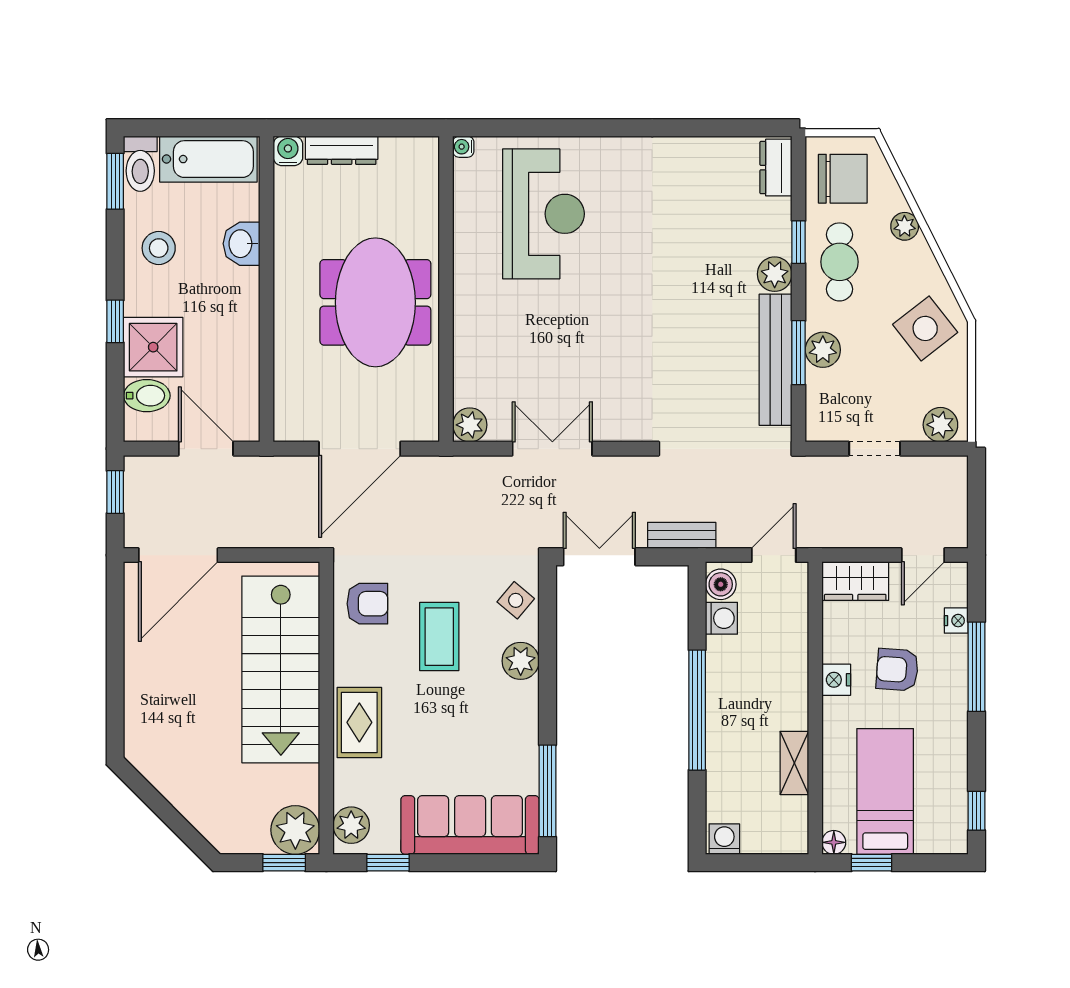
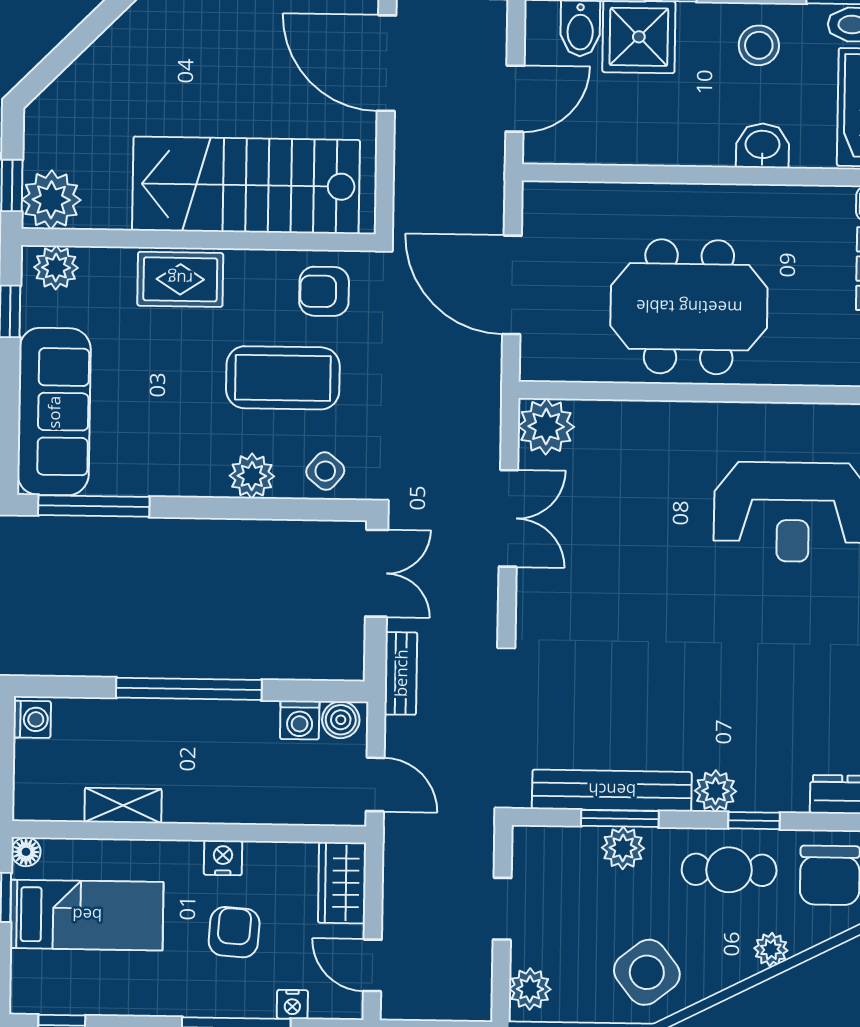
plant: (470, 425) -> (546, 426), width x1.36, depth x1.36
armchair: (367, 604) -> (324, 291), turned 90
coffee table: (439, 637) -> (283, 378), width x1.36, depth x1.32

